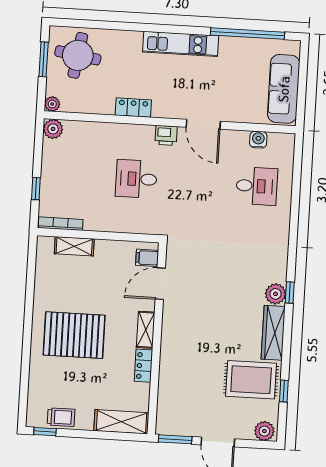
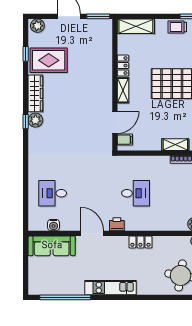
sofa: (284, 89) -> (52, 246), moved, turned 90

